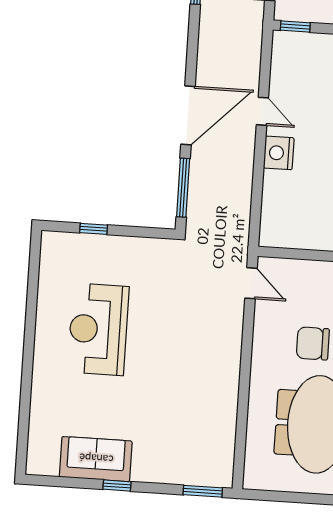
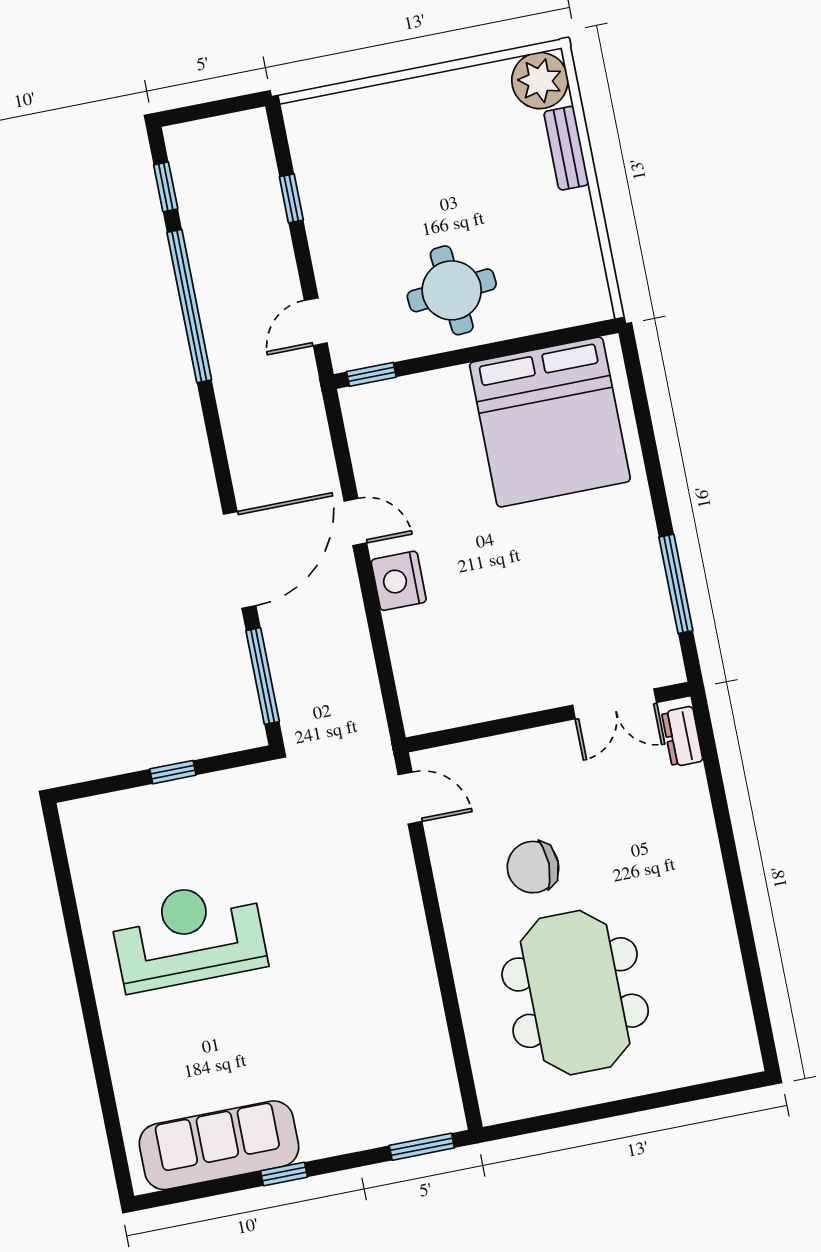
window: (94, 229) -> (173, 772), moved
reception desk: (98, 329) -> (189, 935), turned 90
sofa: (96, 459) -> (219, 1145), width x1.36

